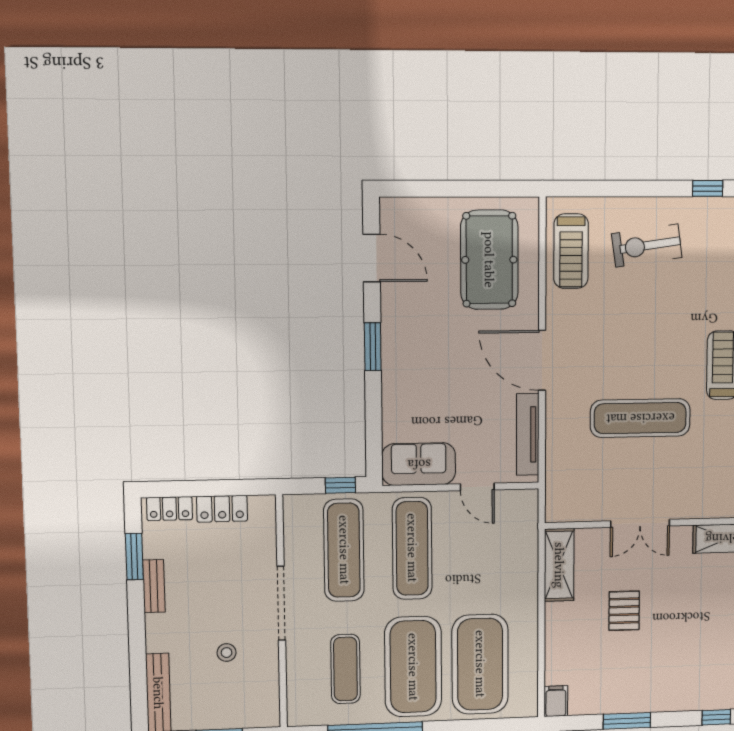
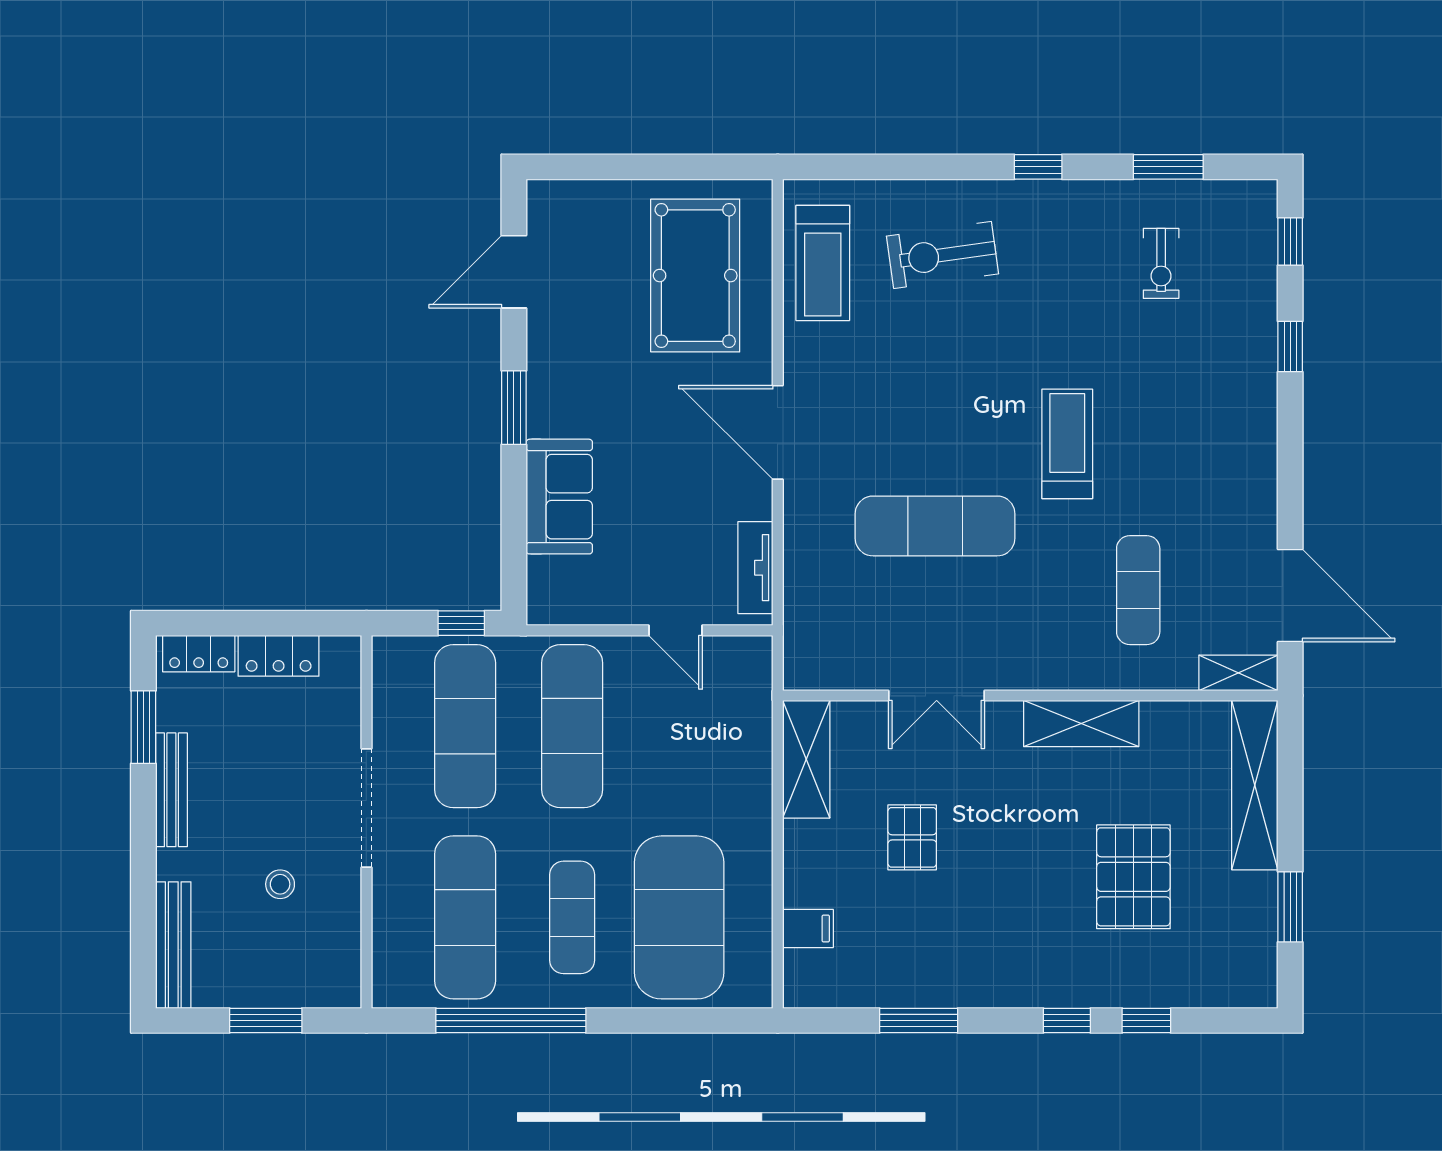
door: (372, 258) -> (514, 272), swing flipped
tv unit: (528, 435) -> (755, 568), width x0.71
sofa: (419, 464) -> (559, 497), moved, turned 90
bench: (154, 586) -> (171, 790), width x1.36
exercise mat: (413, 667) -> (572, 917), width x0.50, depth x0.69
exercise mat: (346, 669) -> (465, 917), width x1.36, depth x1.45
filing cabinet: (556, 701) -> (808, 929), moved, turned 90

